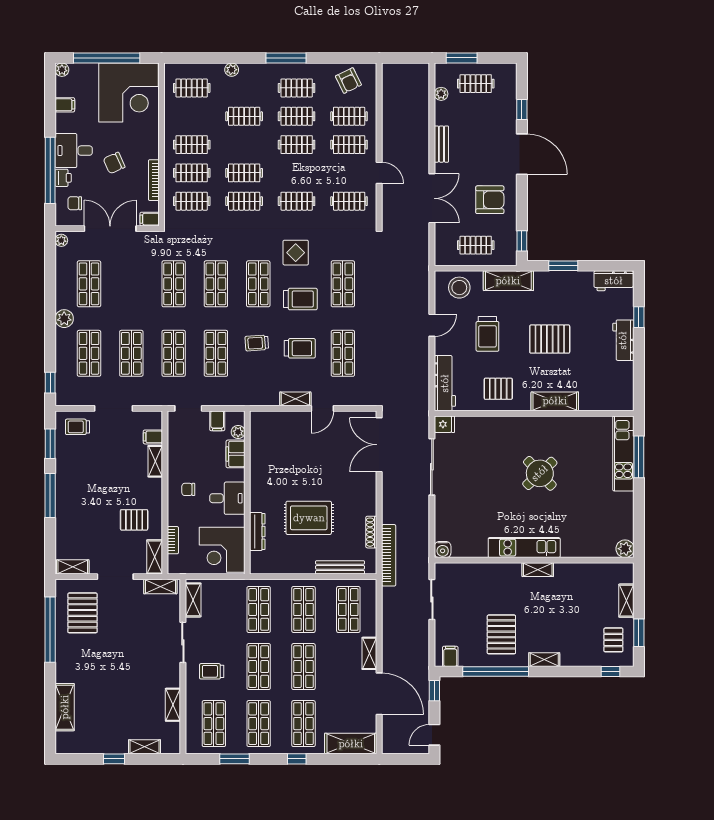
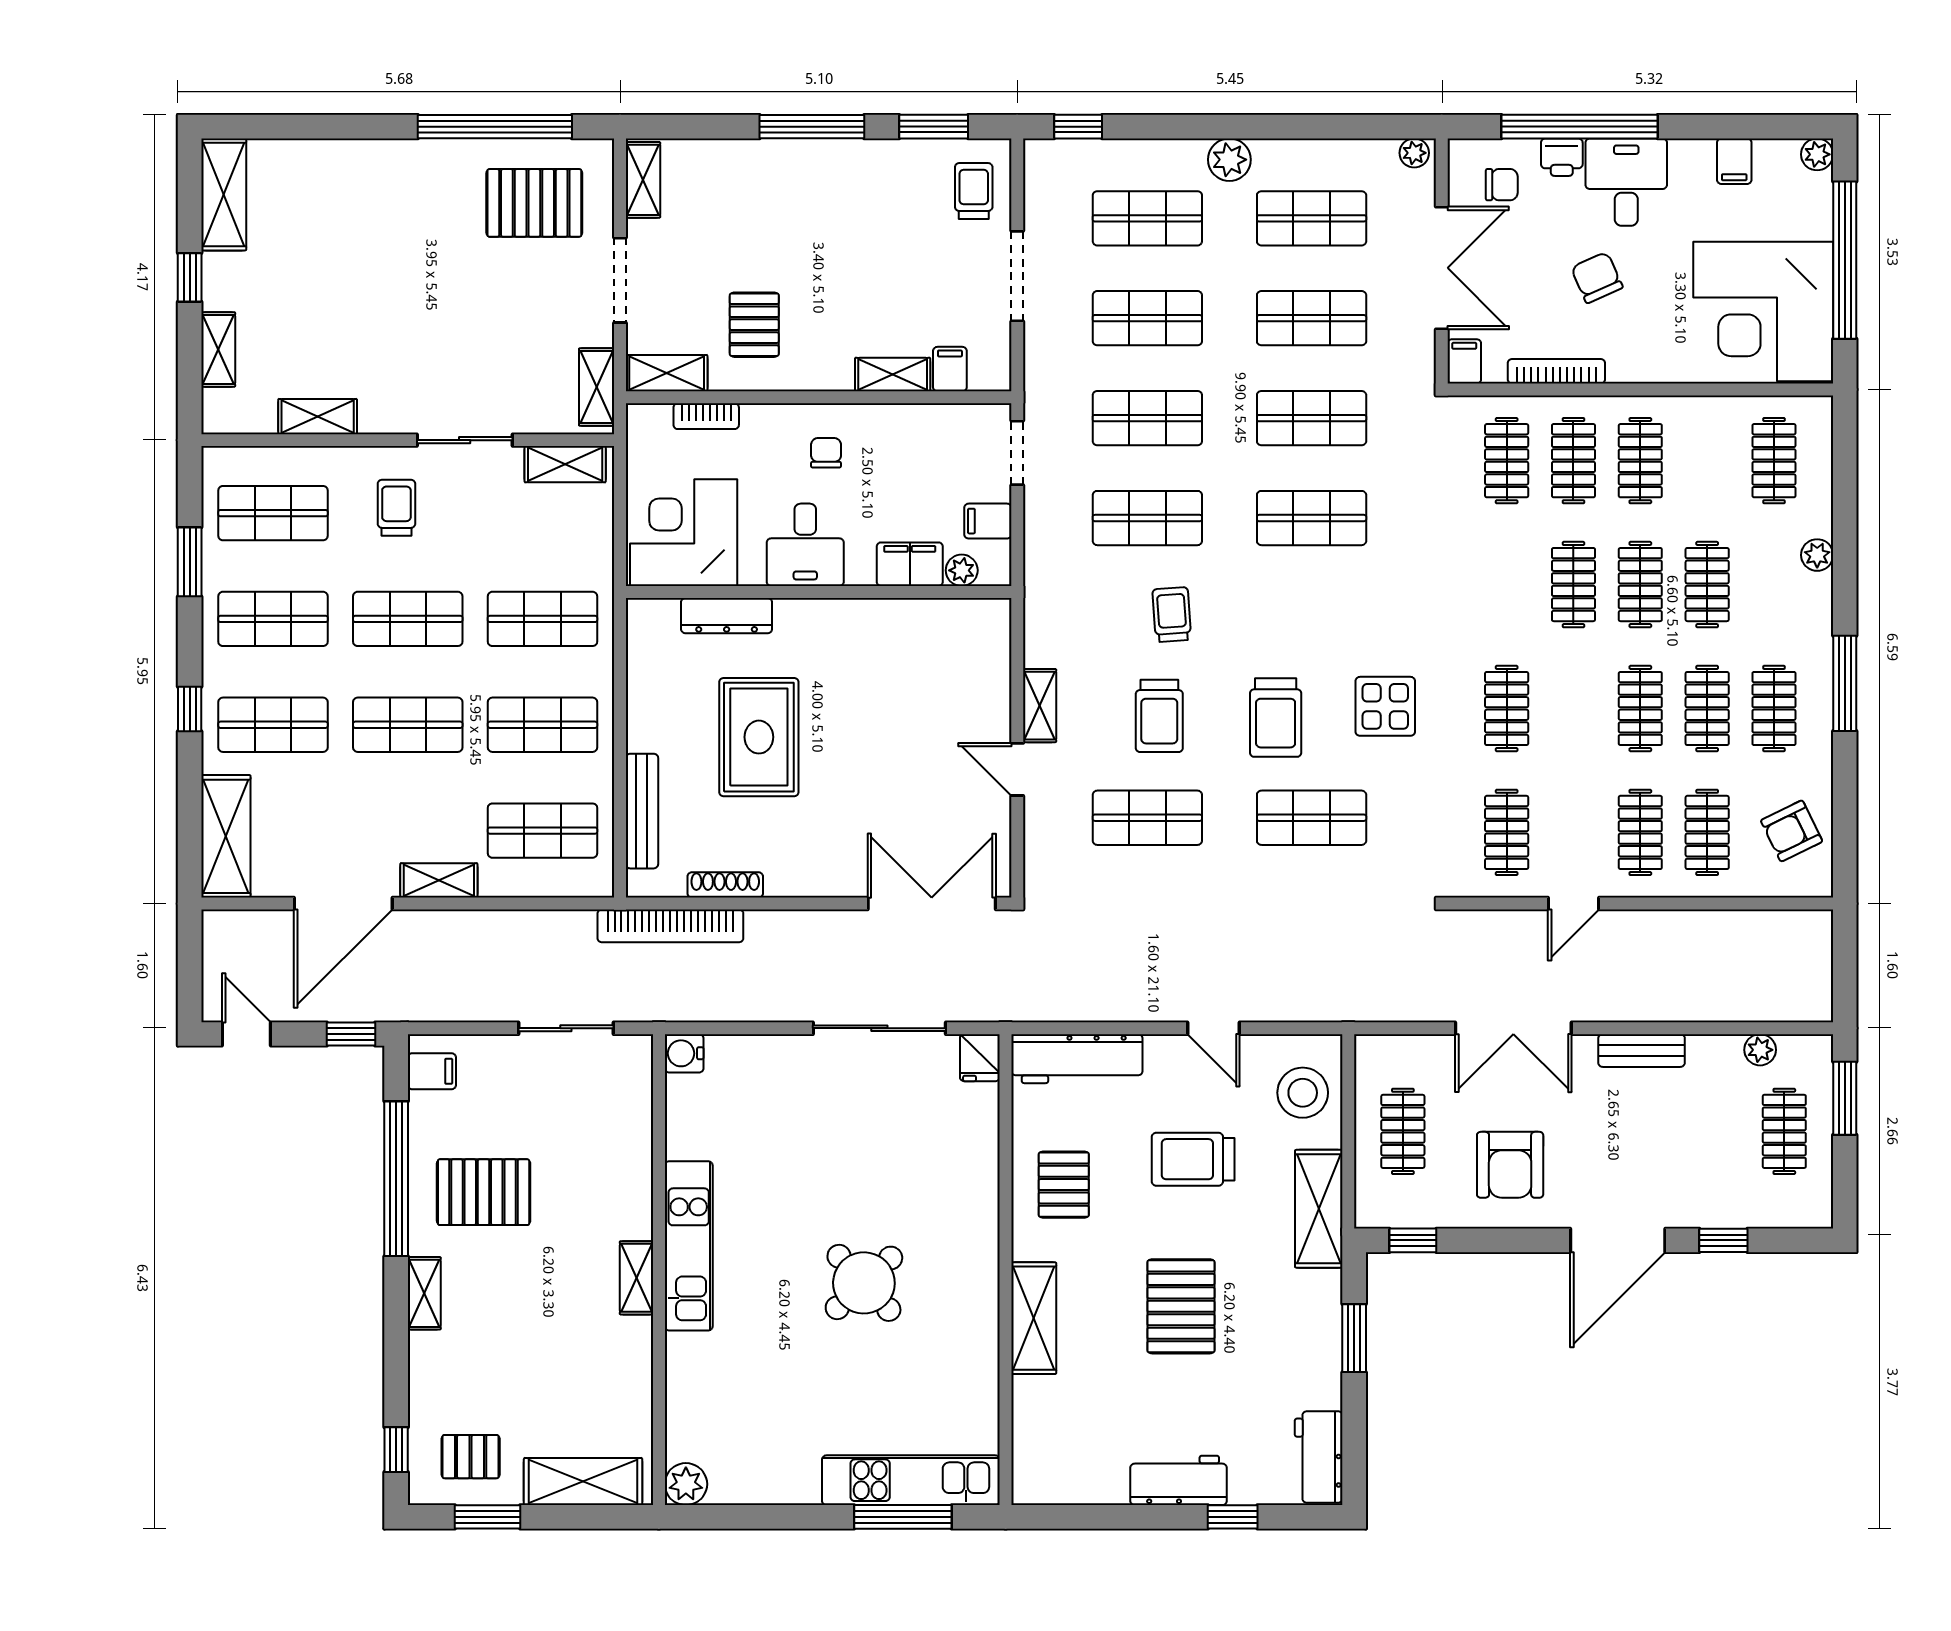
clothes rail: (244, 201) -> (1640, 585), moved
chair: (75, 203) -> (1502, 185), turned 90
shop shelf: (258, 284) -> (1312, 318), moved
shelving: (626, 601) -> (583, 1482), width x1.50, depth x1.33
shelving: (65, 707) -> (224, 194), moved, turned 90

